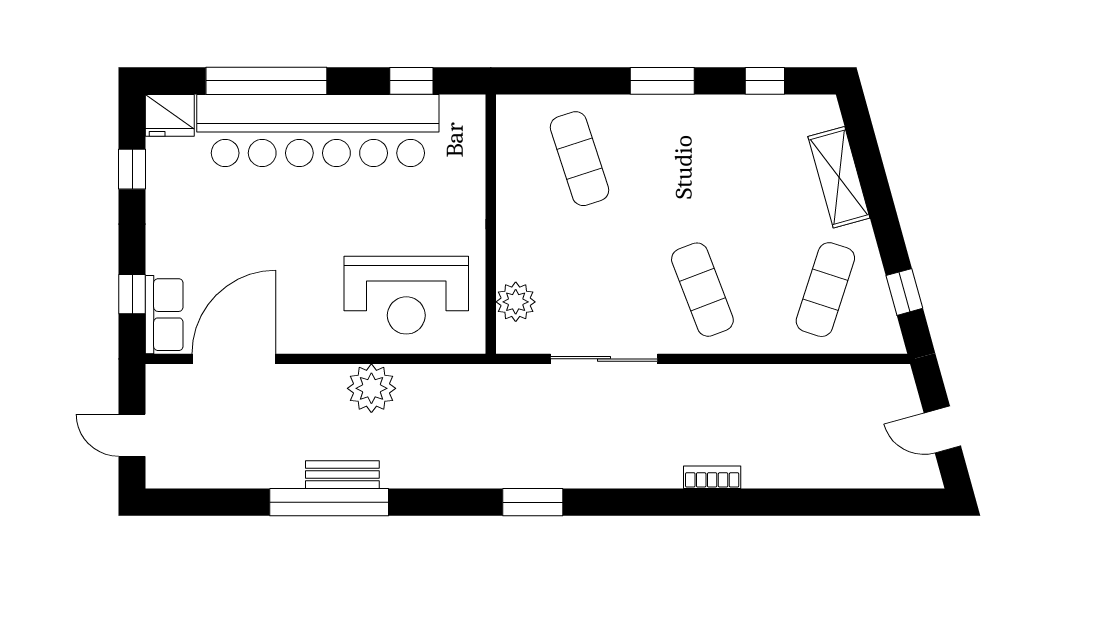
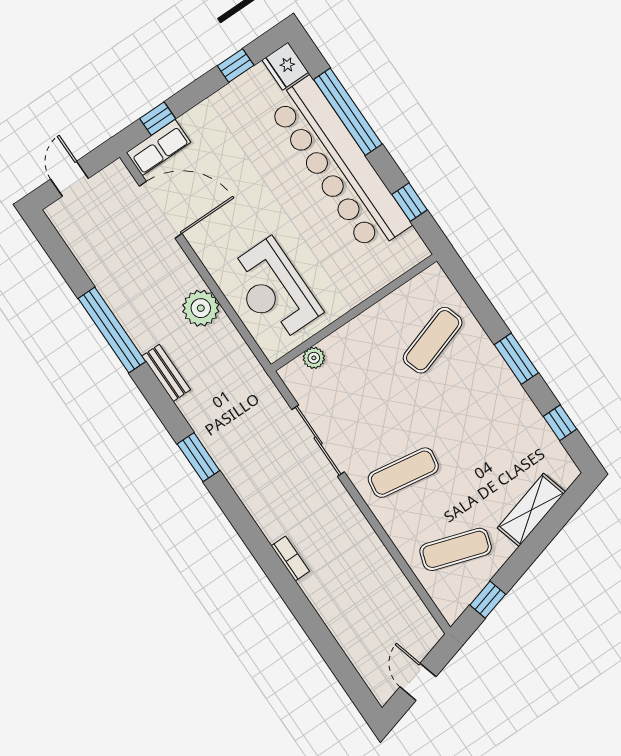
exercise mat: (702, 290) -> (403, 473), turned 30
plant: (516, 302) -> (314, 358), width x0.73, depth x0.73
bench: (342, 475) -> (166, 373), moved

